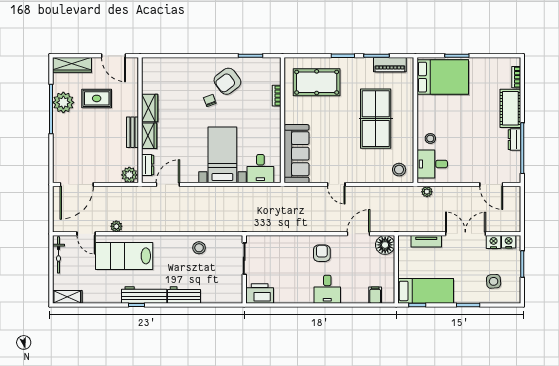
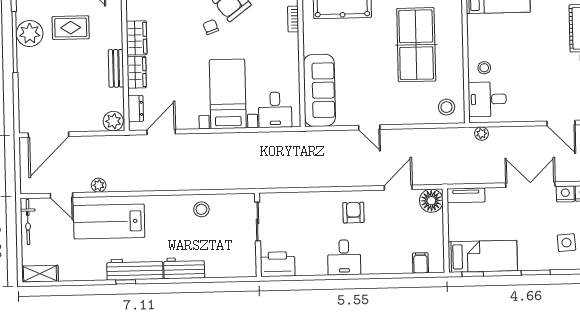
tv unit: (426, 241) -> (466, 195), moved
desk: (327, 289) -> (344, 257), moved

